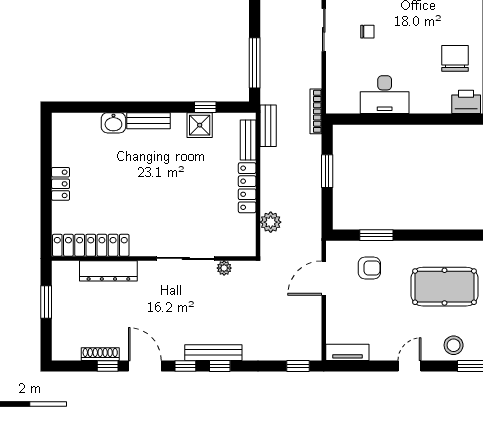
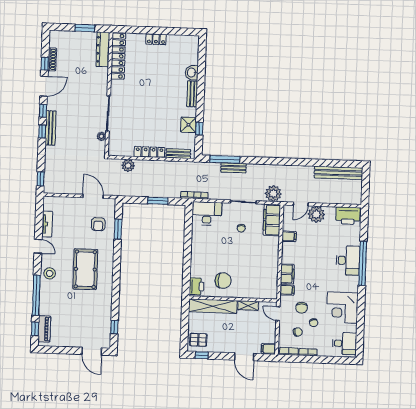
desk: (385, 95) -> (207, 213), moved, turned 90
bench: (268, 126) -> (233, 168), moved
dresser: (108, 271) -> (103, 49), moved
tv unit: (347, 352) -> (47, 224), moved

